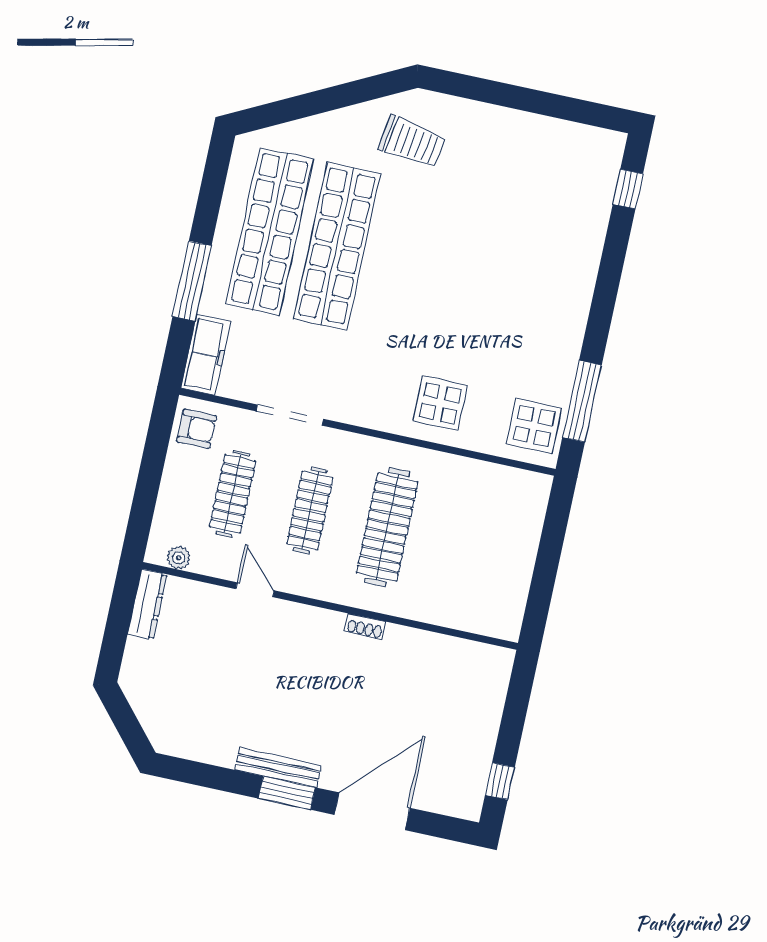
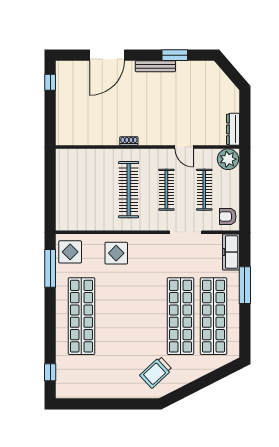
trolley: (412, 142) -> (156, 372), turned -52
shop shelf: (539, 290) -> (81, 316), added
plant: (179, 558) -> (228, 159), width x1.87, depth x1.87
window: (287, 793) -> (175, 55), moved

